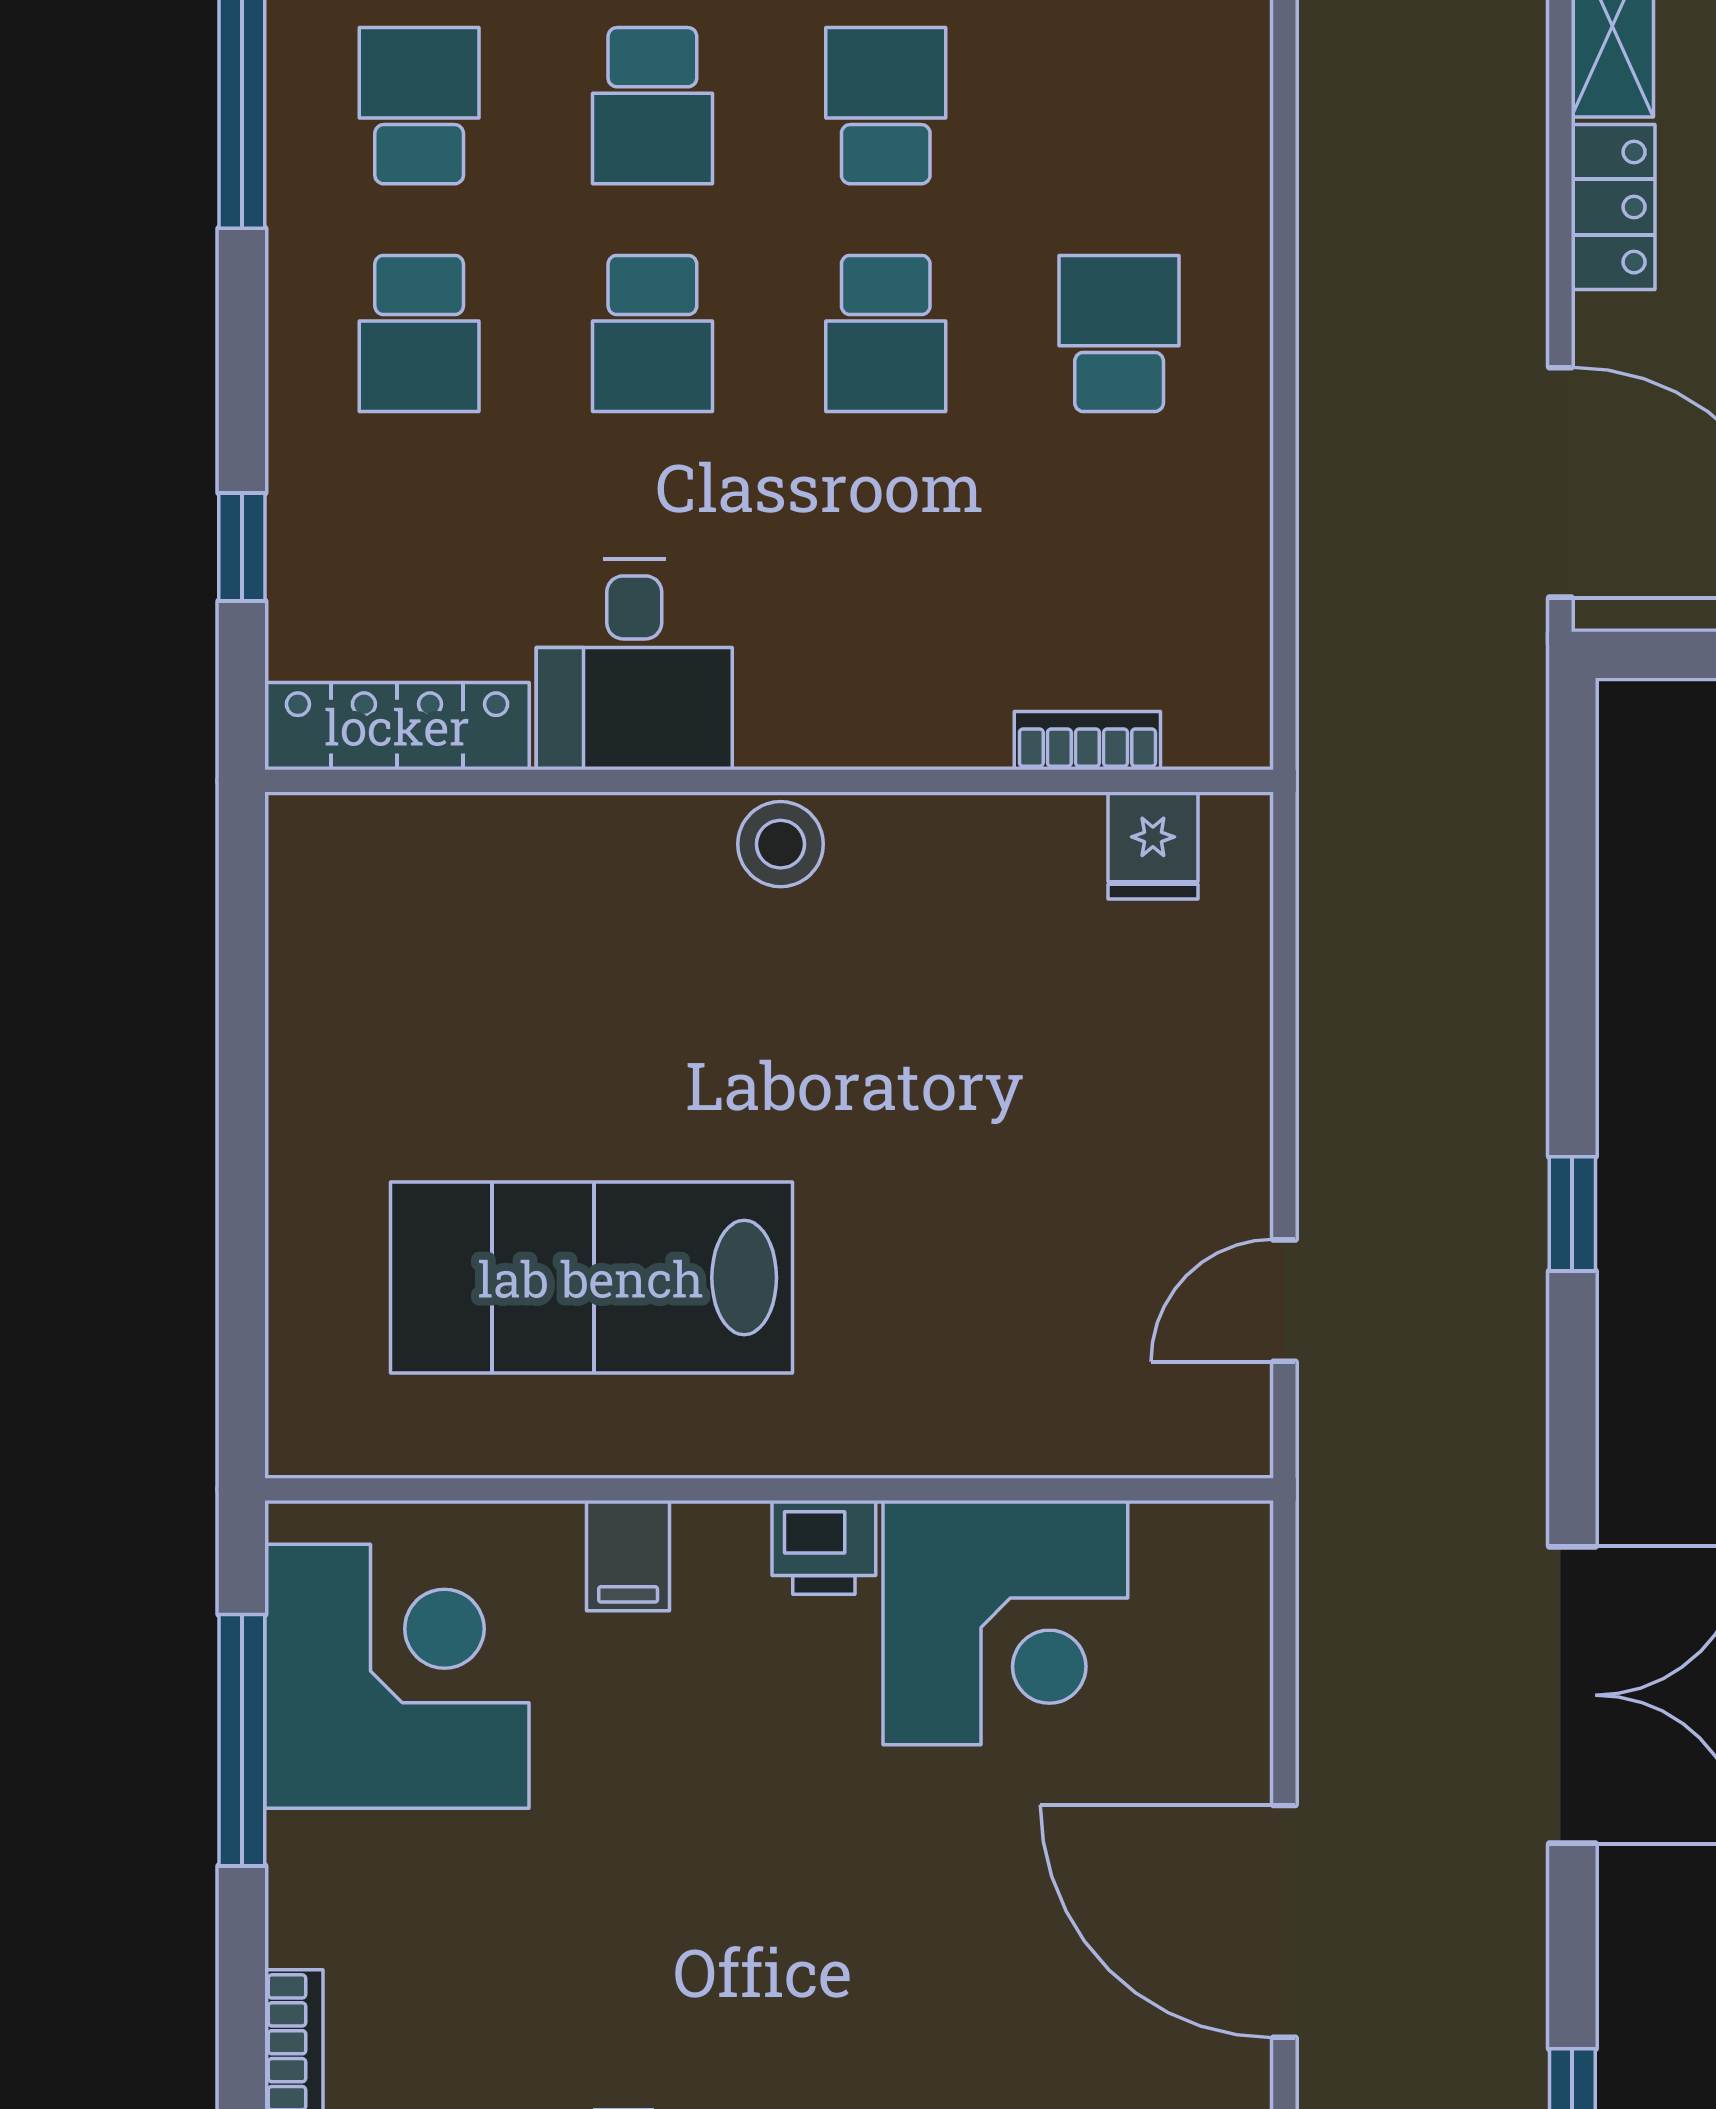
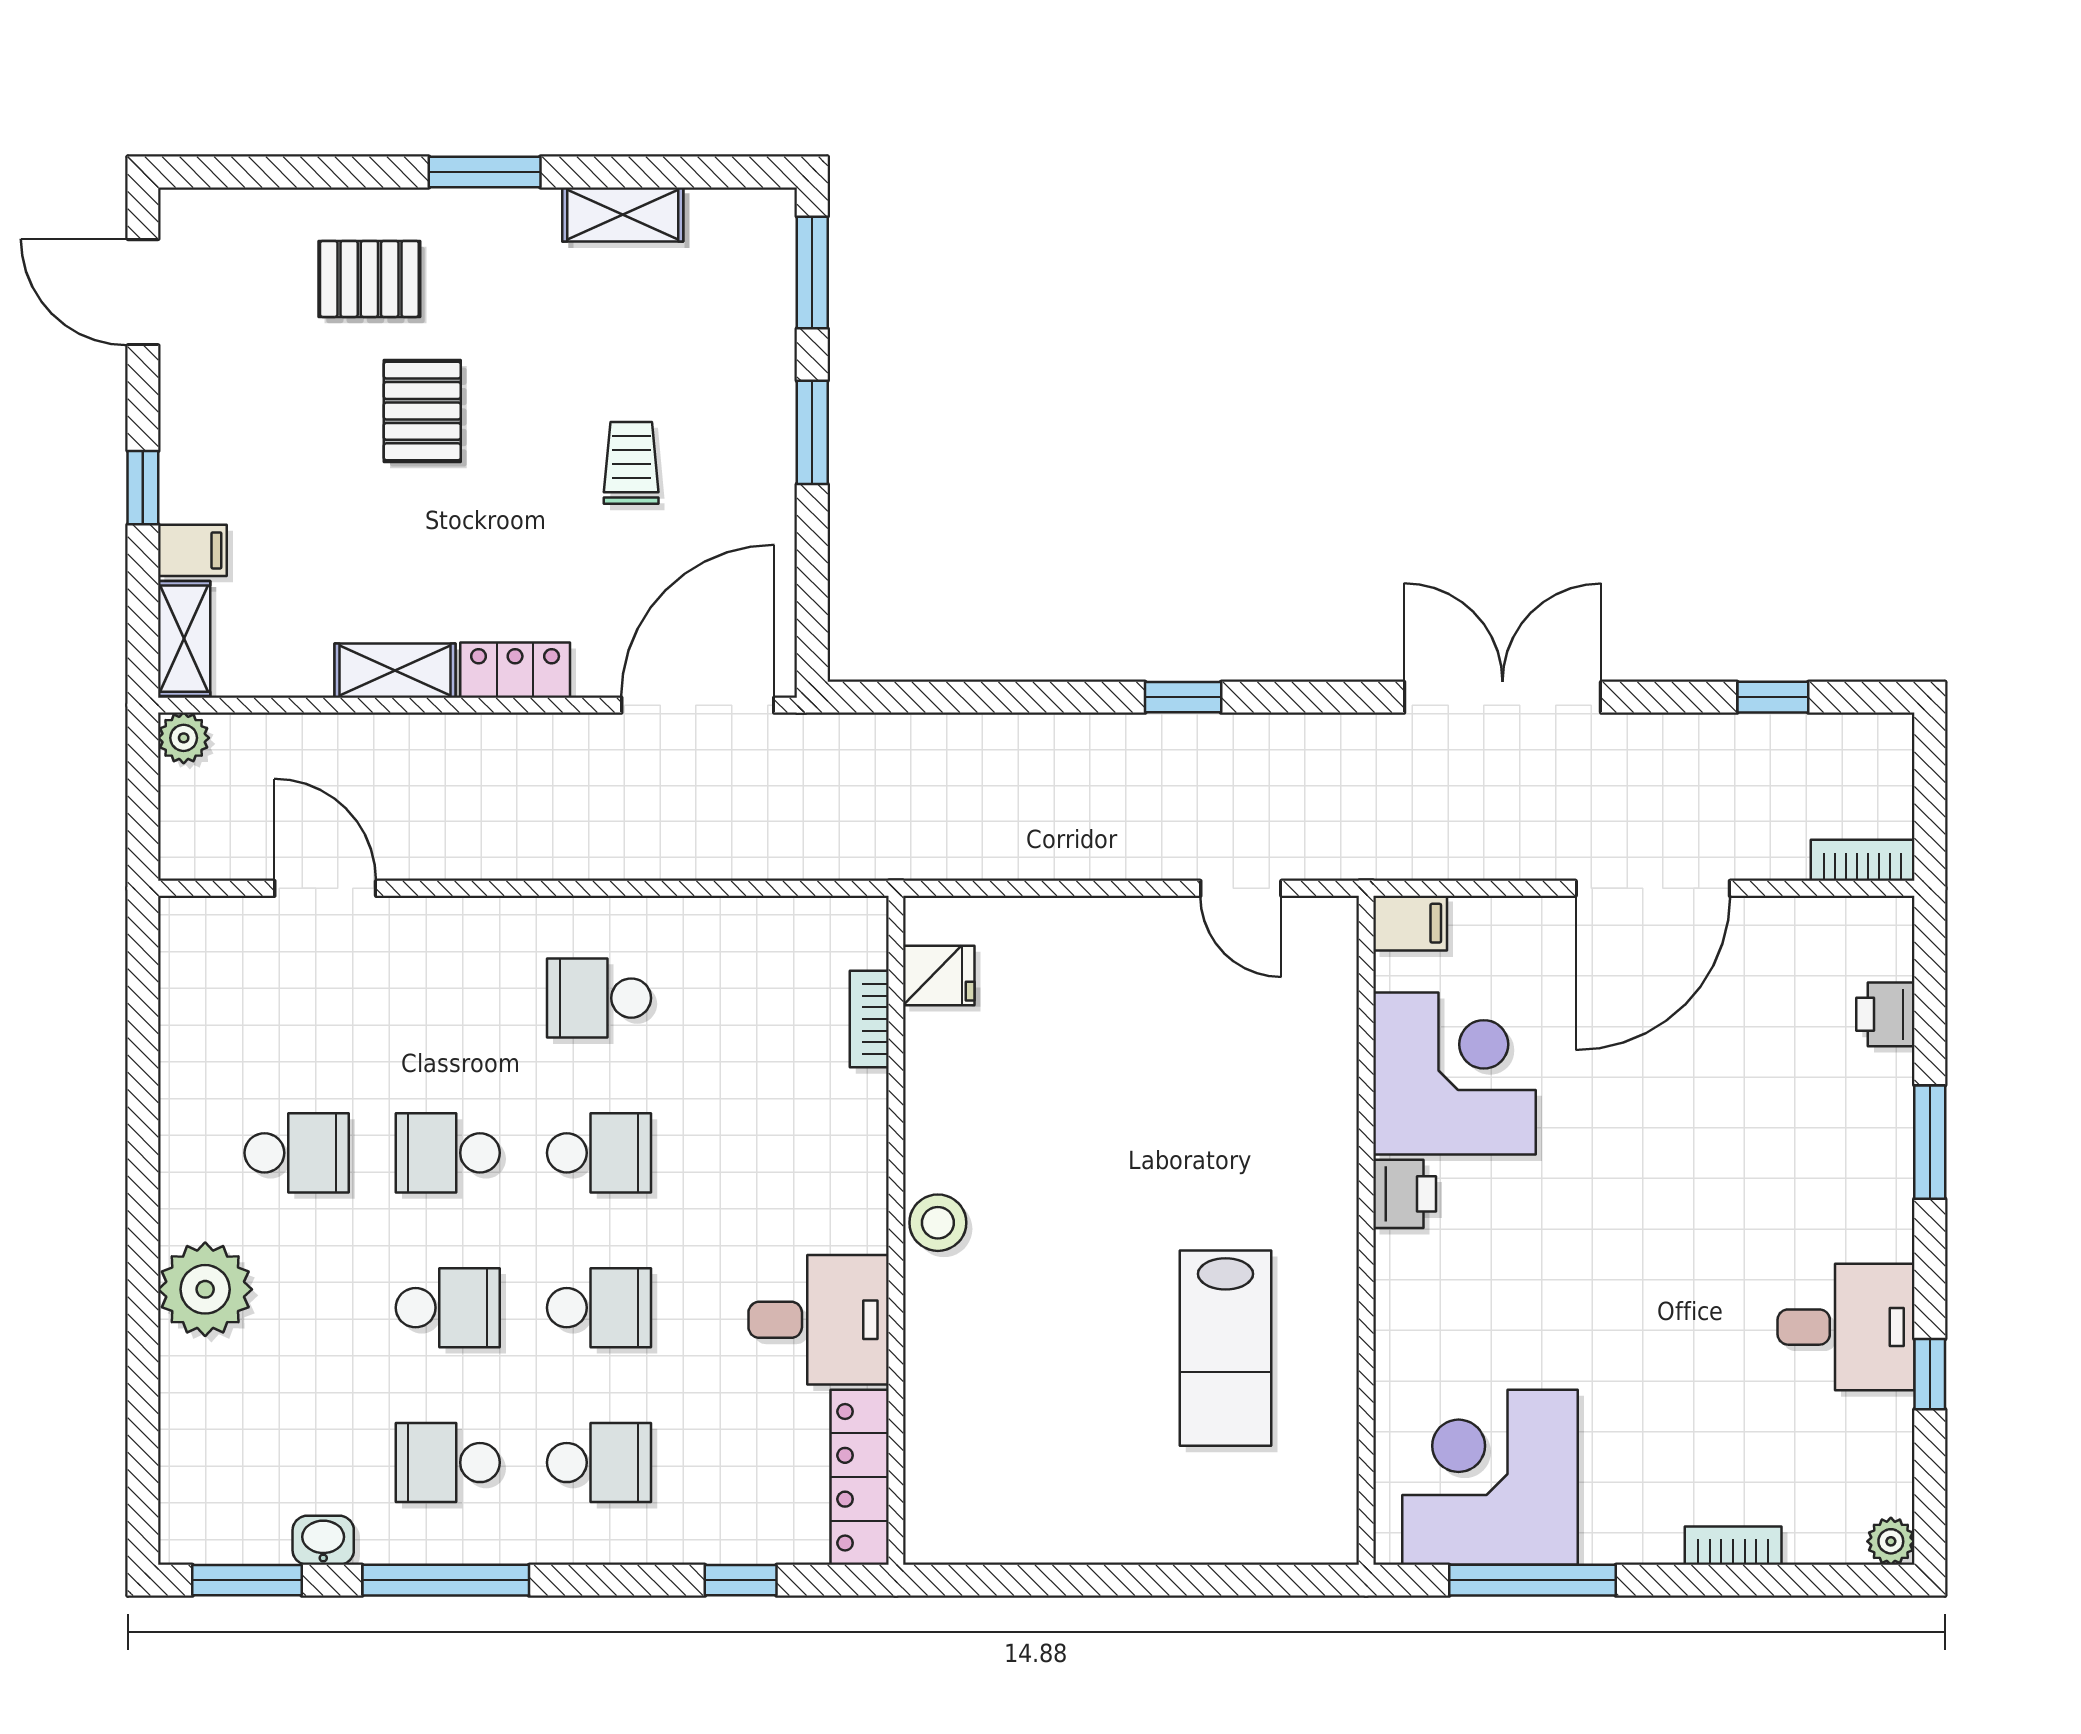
lab bench: (591, 1278) -> (1226, 1348), width x0.73, depth x0.72
filing cabinet: (628, 1556) -> (1410, 923), moved

